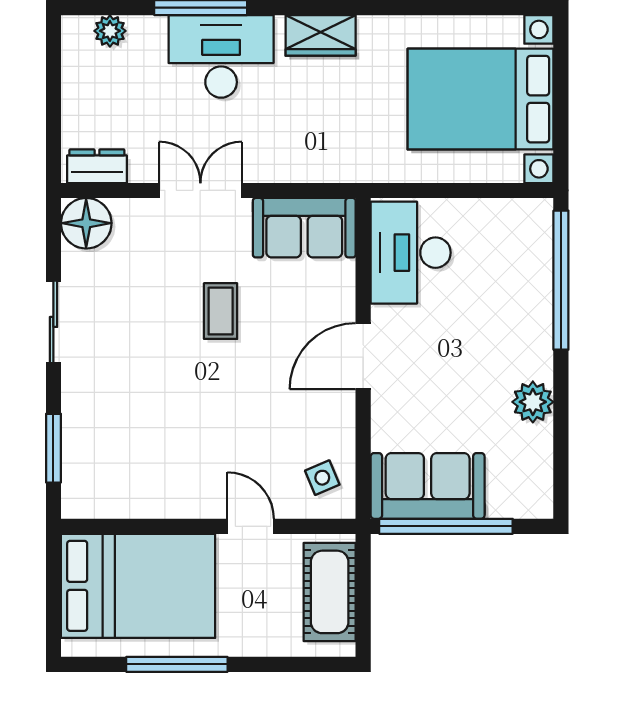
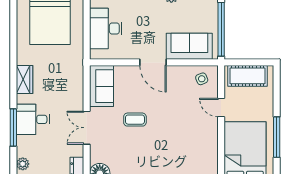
desk: (221, 56) -> (33, 119), width x0.73
desk: (411, 253) -> (106, 28), moved, turned 90
sofa: (428, 486) -> (189, 46), moved, turned 90
door: (251, 526) -> (221, 108), hinge flipped

